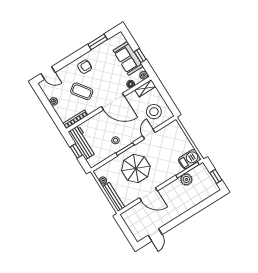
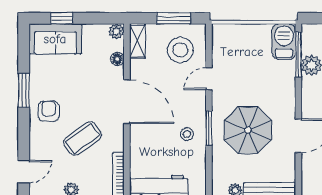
window: (98, 42) -> (24, 90), moved
window: (140, 56) -> (62, 18), moved
sofa: (128, 58) -> (55, 39), moved
window: (167, 99) -> (174, 18), added
door: (113, 102) -> (127, 102), hinge flipped
door: (149, 134) -> (209, 79), hinge flipped

